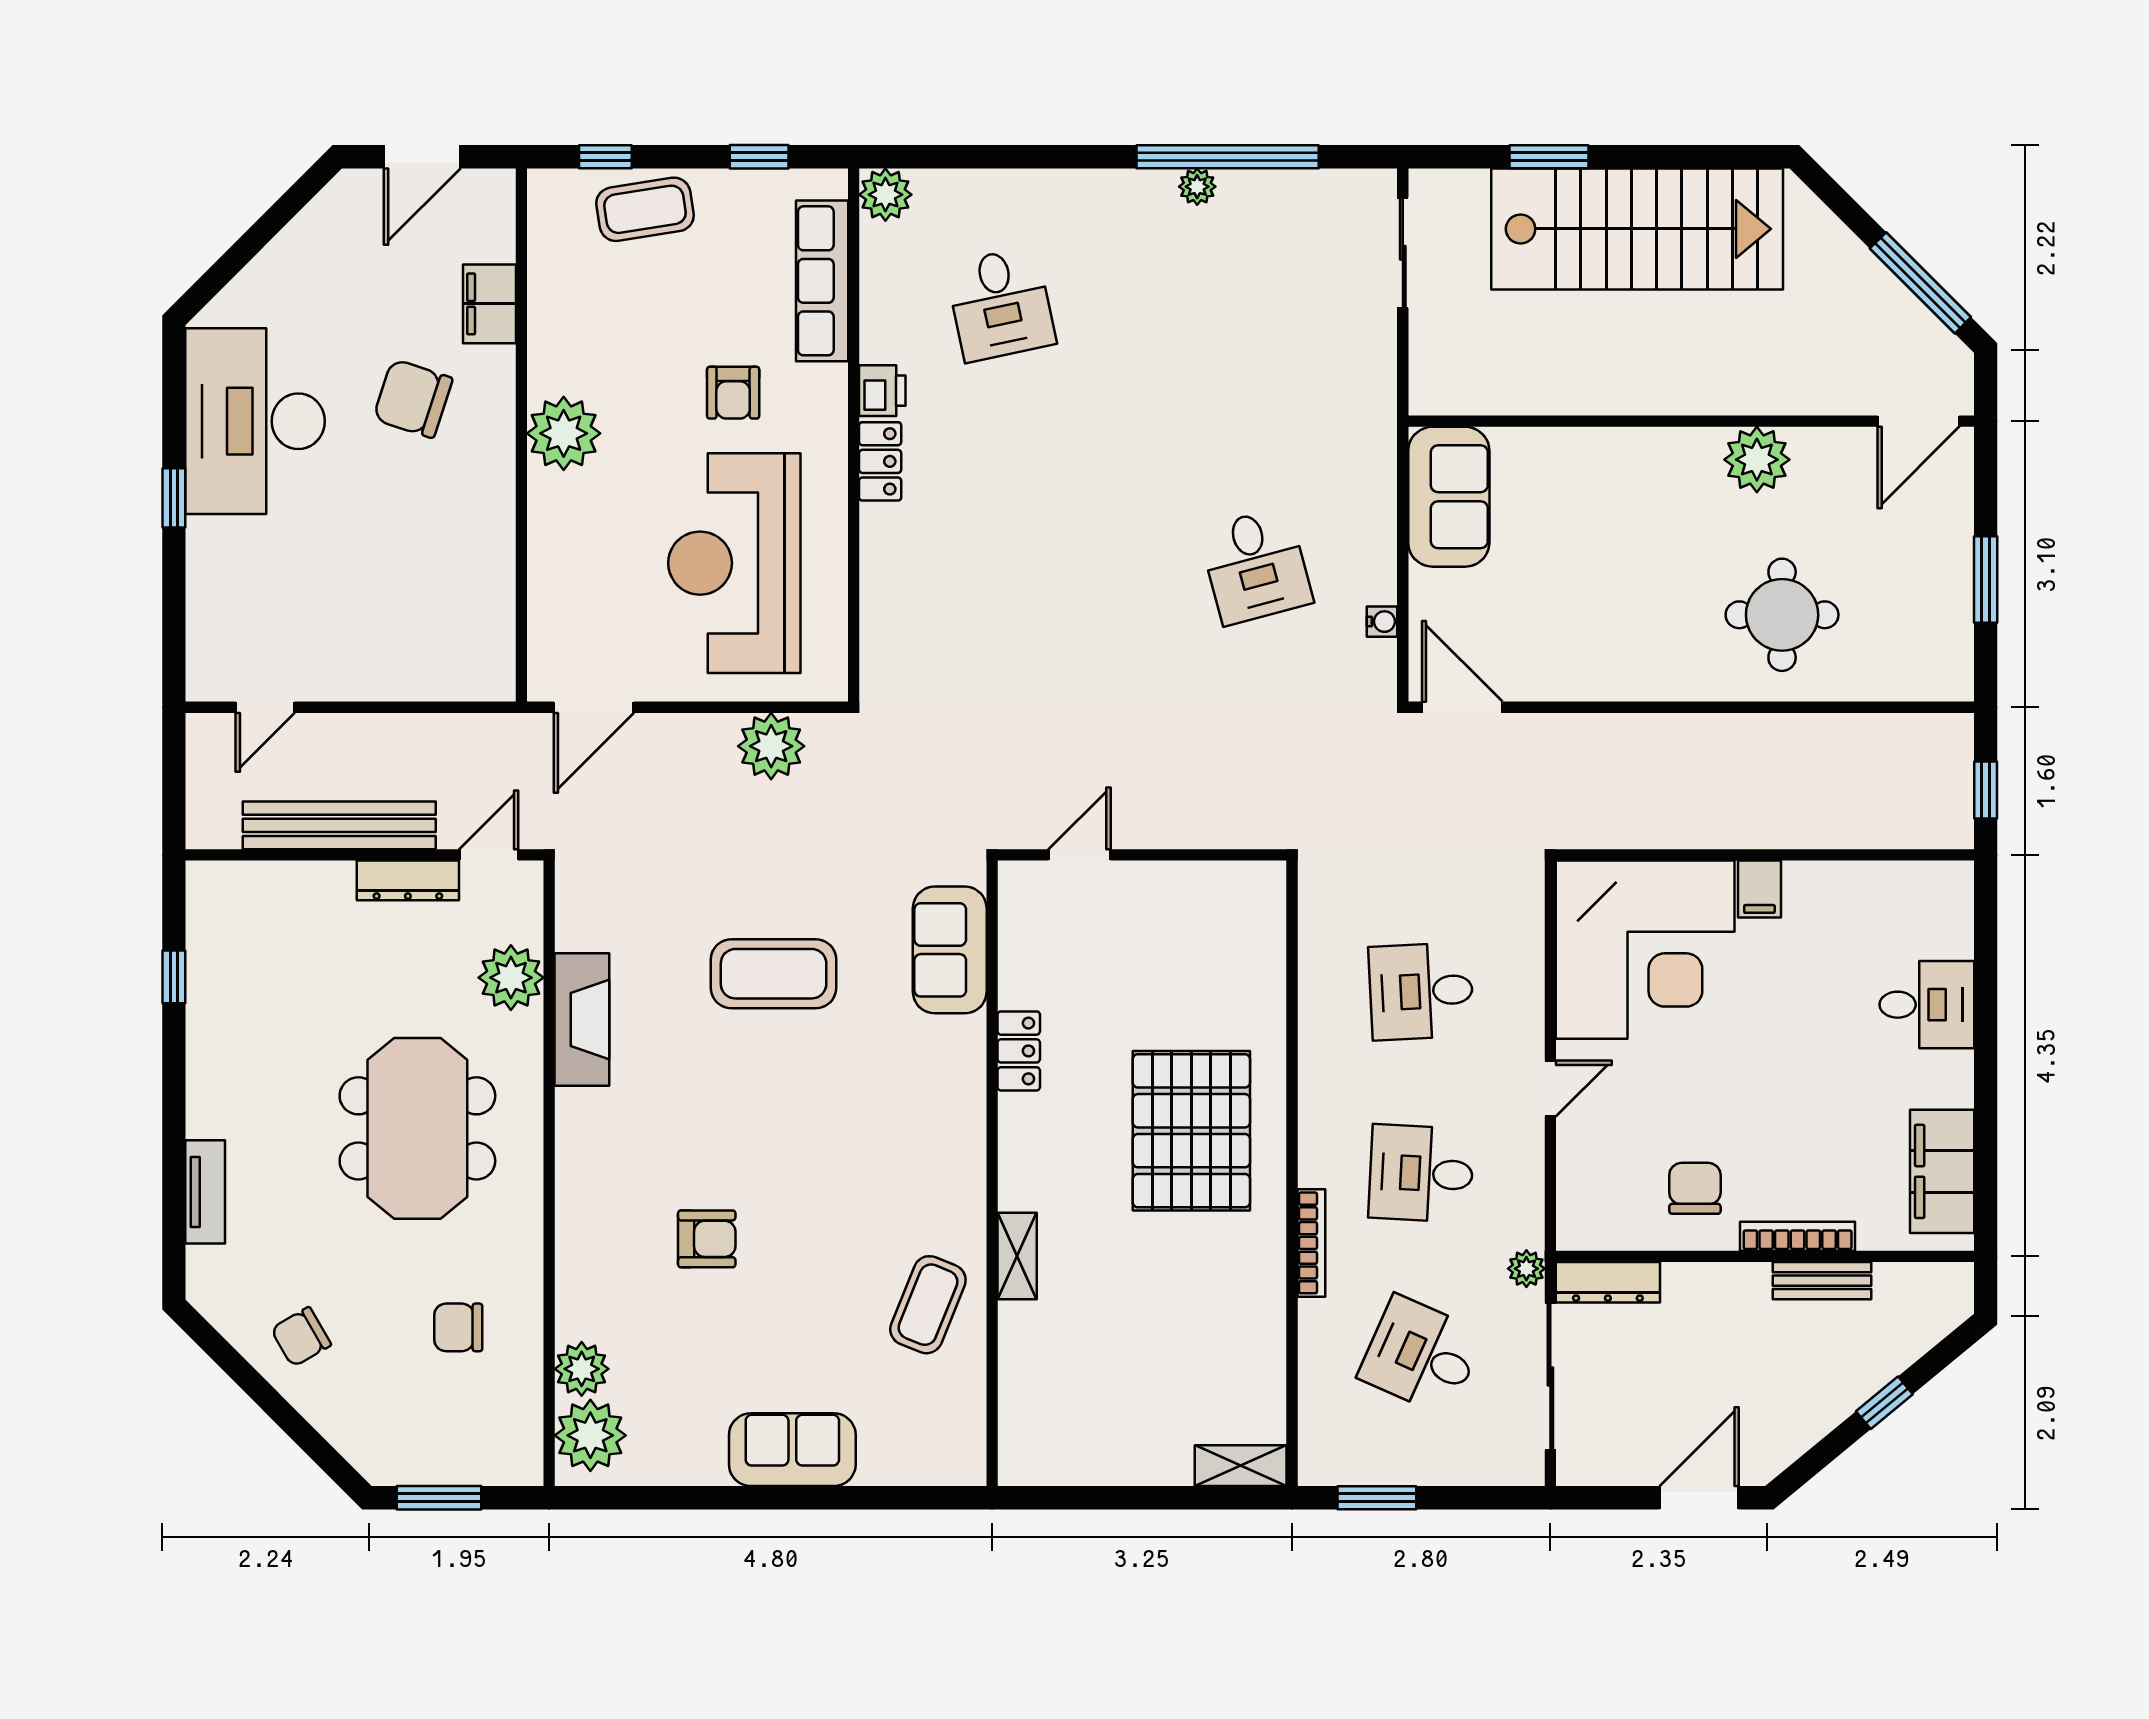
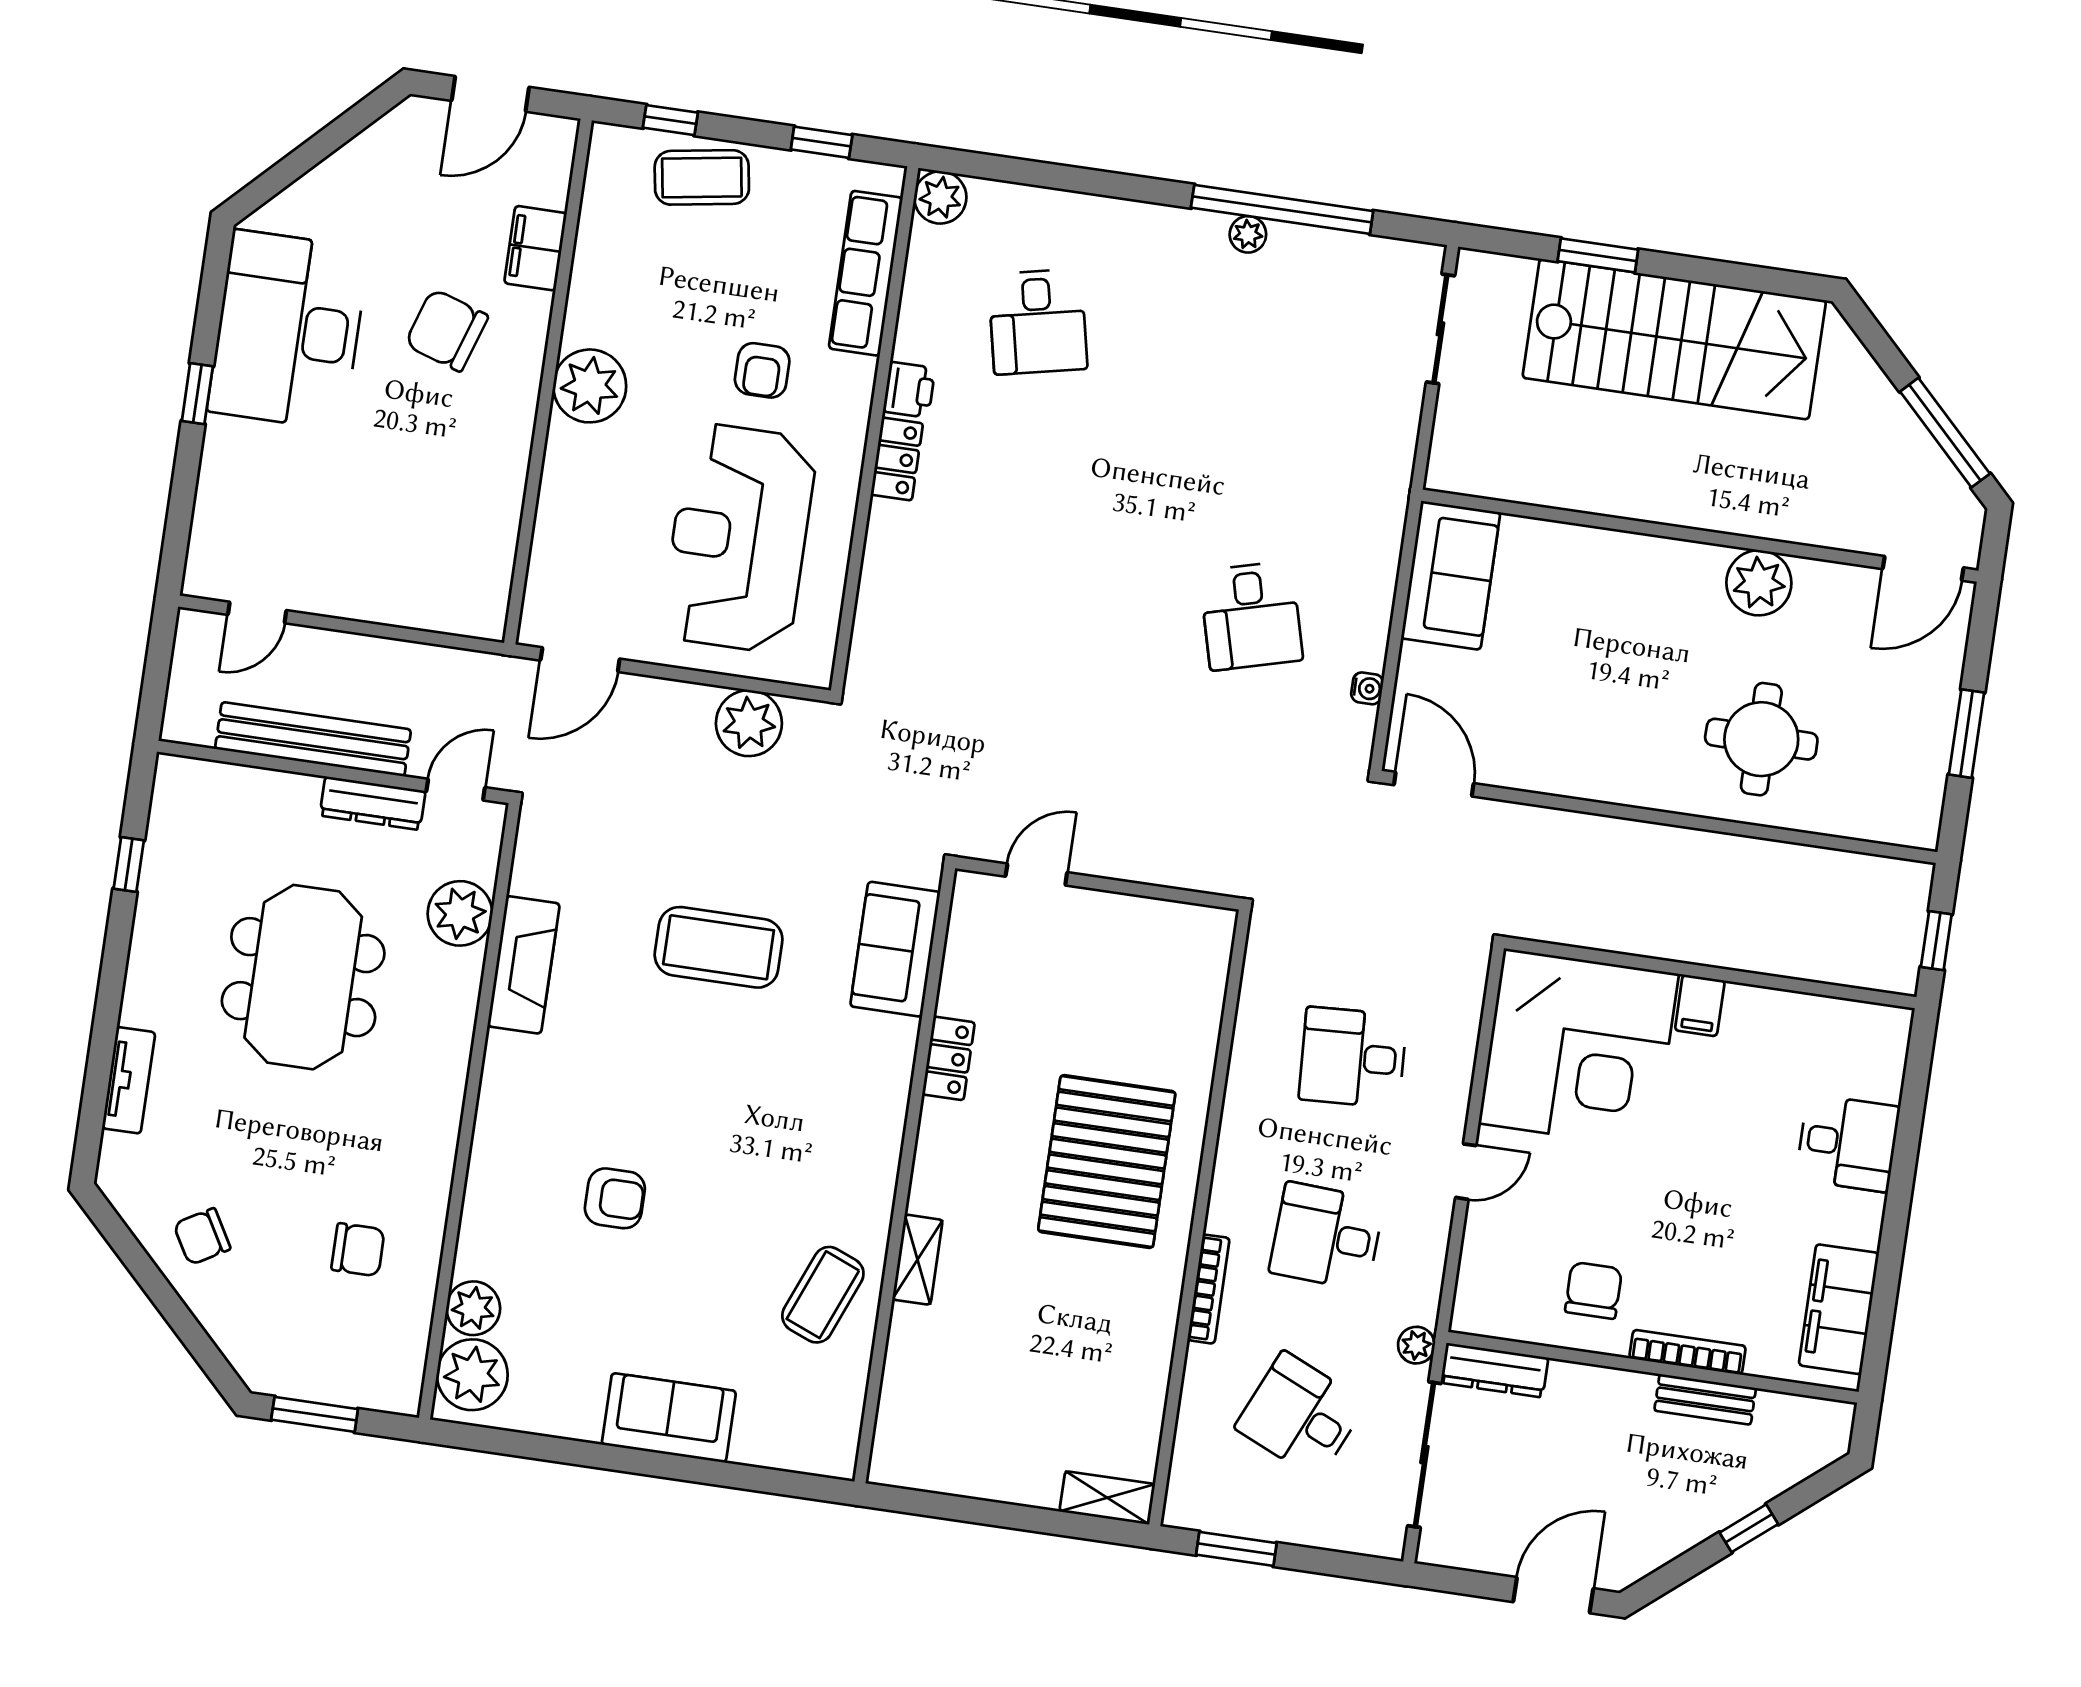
meeting table: (417, 1128) -> (303, 977), moved
chair: (458, 1327) -> (358, 1250), turned 180

